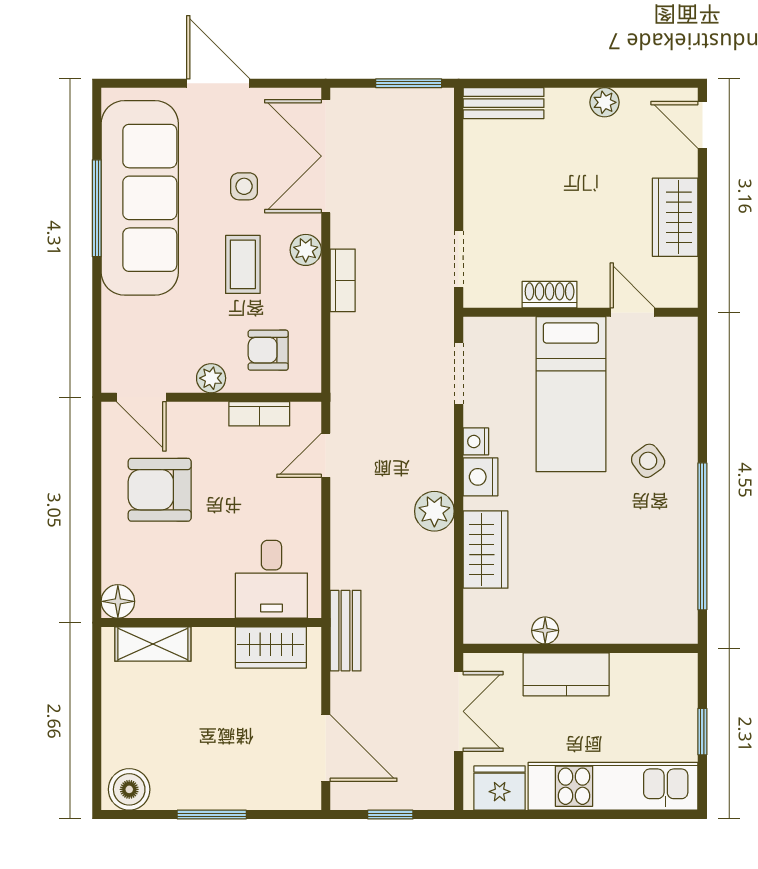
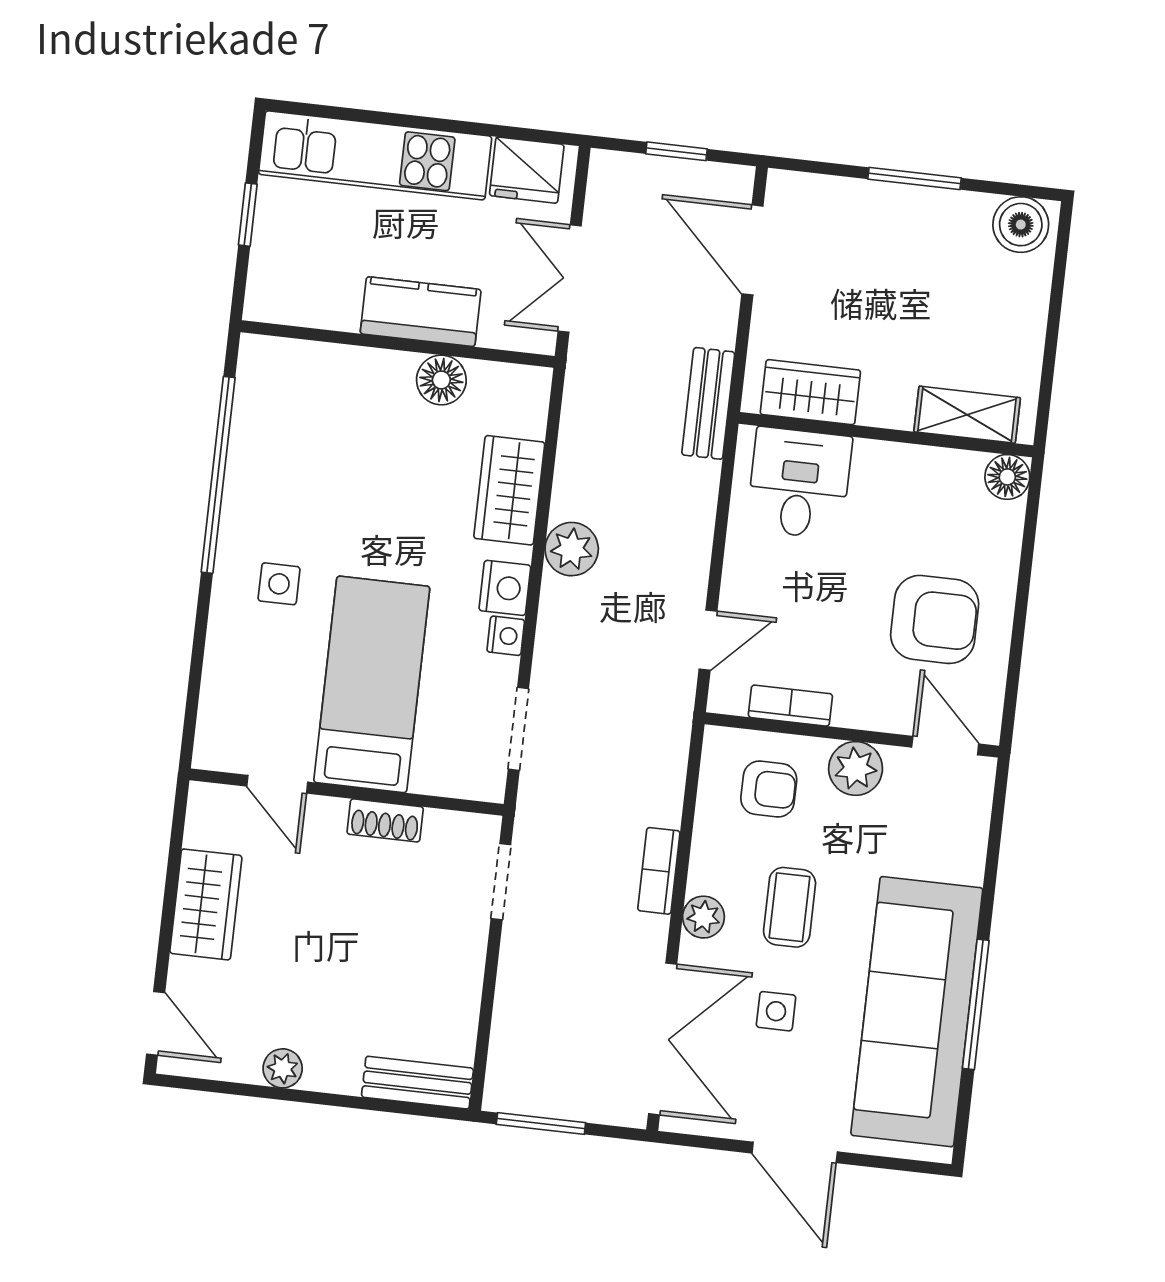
plant: (211, 378) -> (856, 768), width x1.38, depth x1.38
side table: (648, 461) -> (279, 584), turned 36
floor lamp: (545, 630) -> (441, 380), width x1.37, depth x1.37

